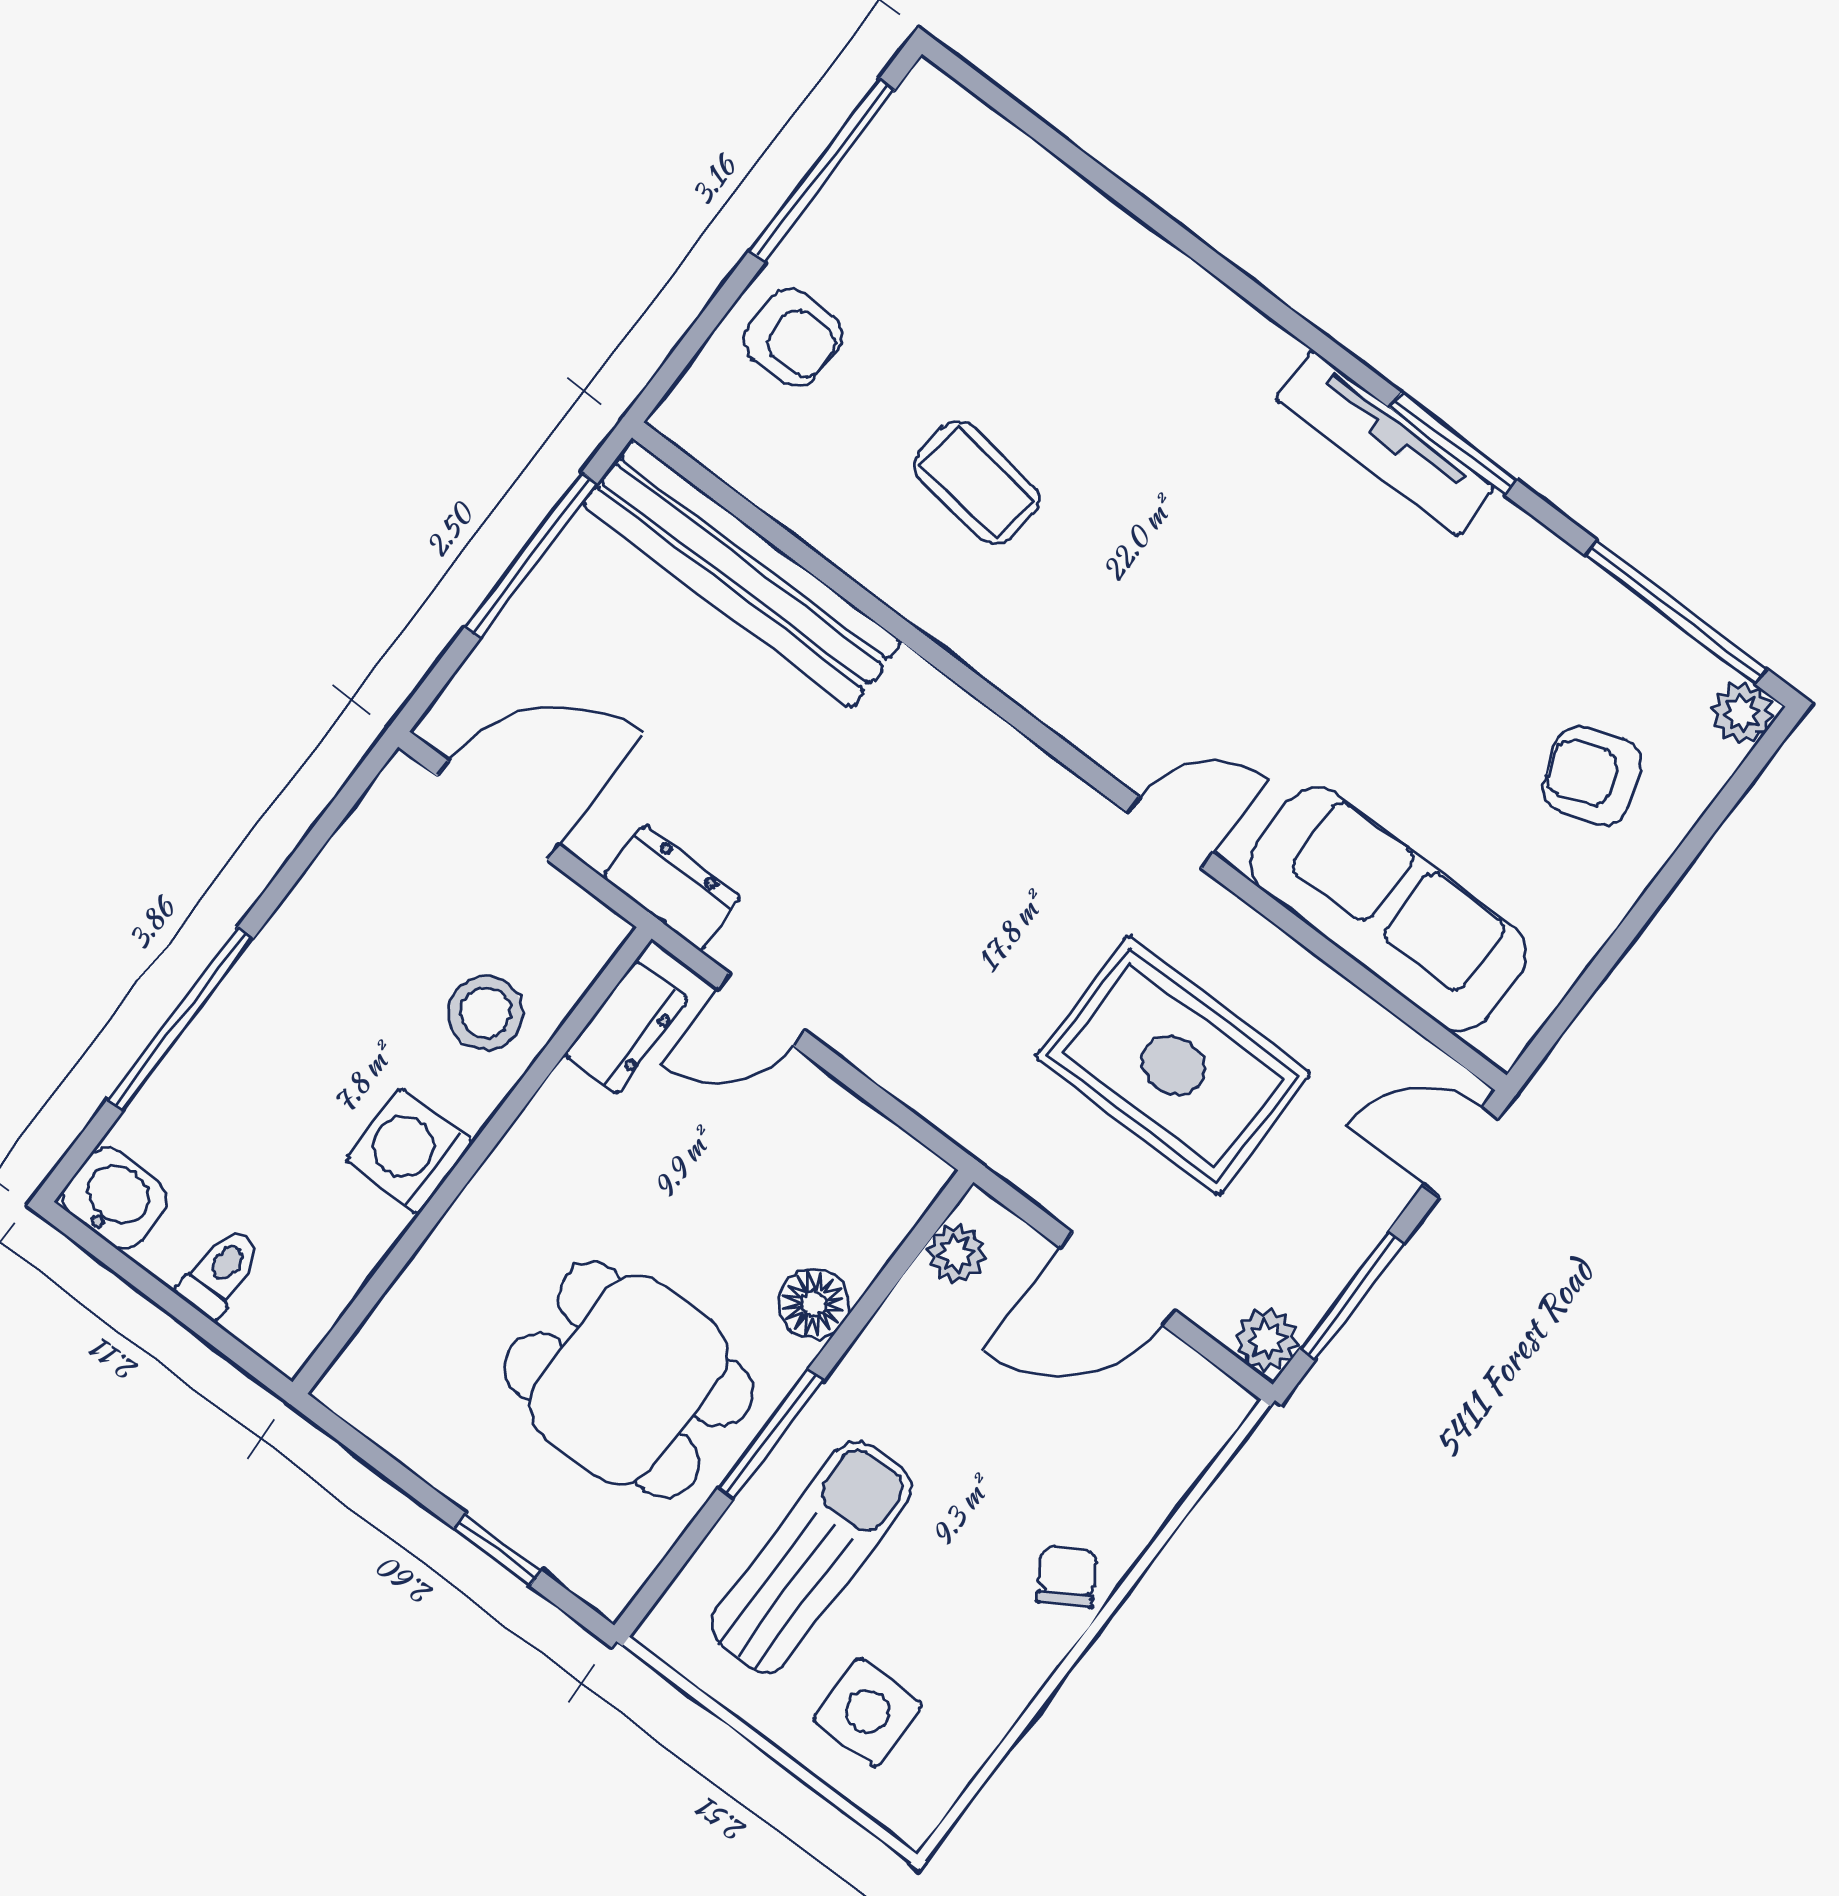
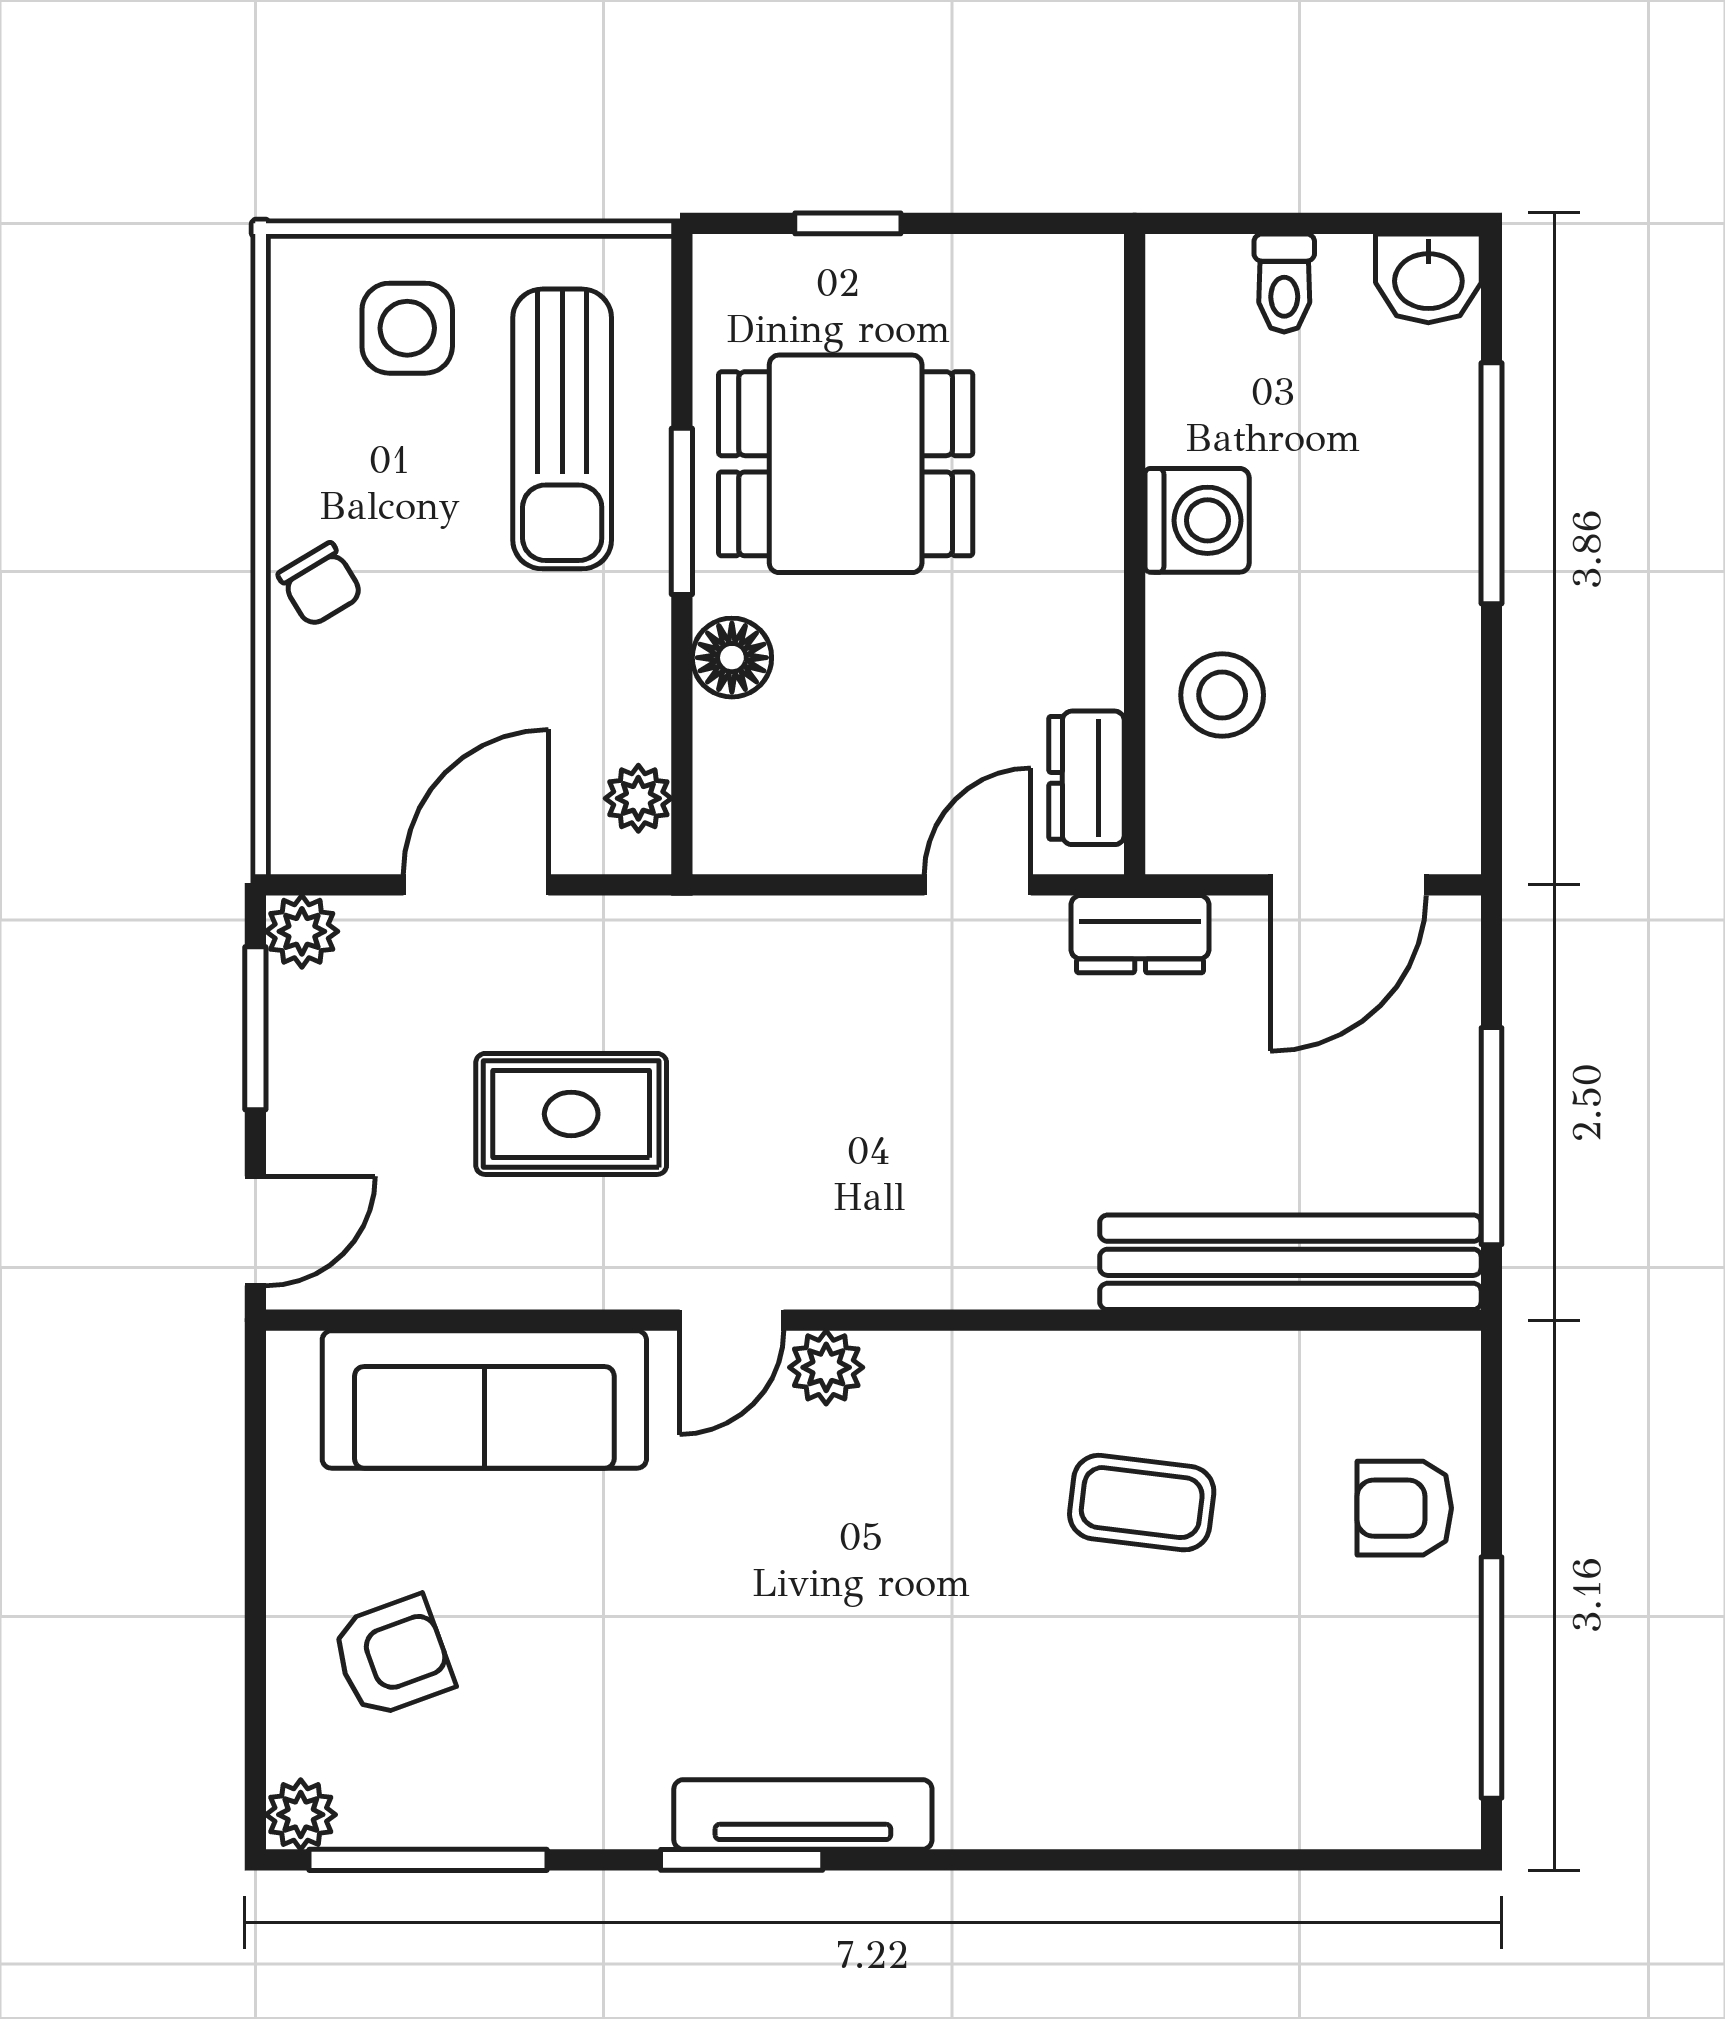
plant: (1128, 748) -> (826, 1367), added
rug: (1173, 1065) -> (571, 1114), width x0.73, depth x0.70

